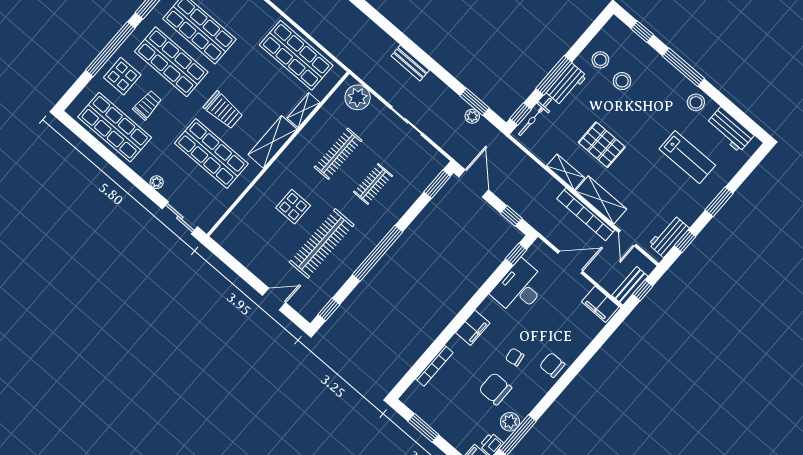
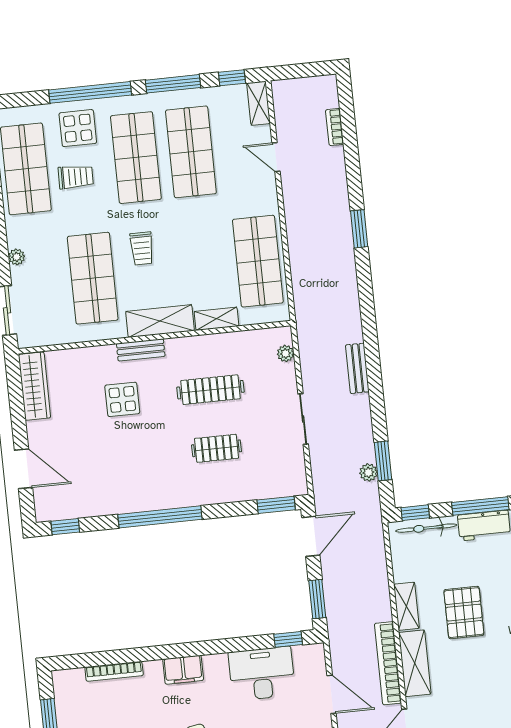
plant: (358, 97) -> (286, 353), width x0.53, depth x0.53
trolley: (223, 110) -> (142, 248), width x0.73, depth x0.72
bench: (277, 169) -> (141, 350), added
window: (511, 216) -> (317, 599), width x1.50
clothes rail: (322, 243) -> (116, 459), removed
wardrobe: (236, 246) -> (34, 386), added
door: (274, 299) -> (23, 469), width x1.37

